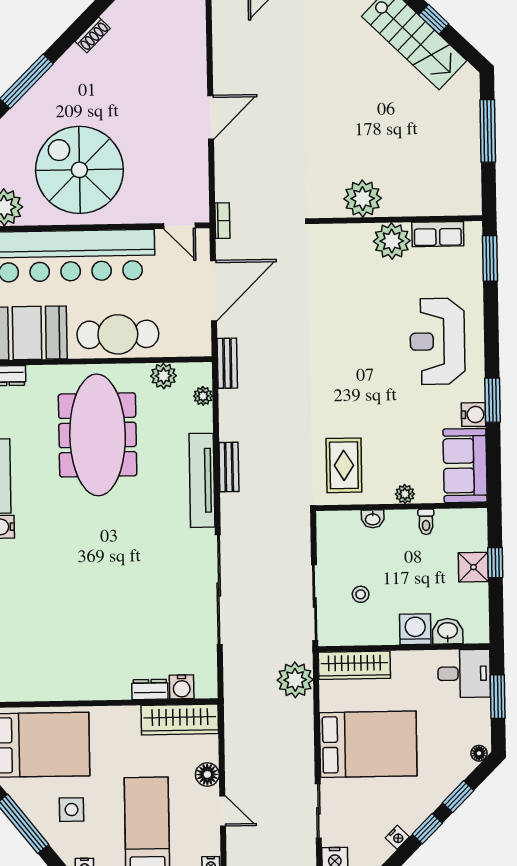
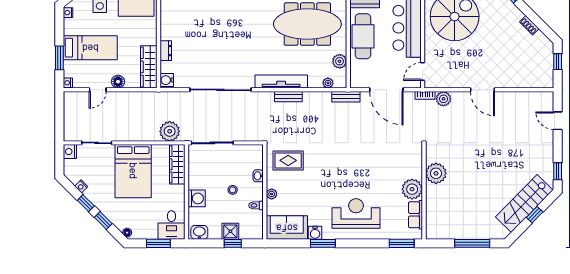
plant: (228, 187) -> (443, 99), added
stool: (361, 594) -> (233, 190), moved
washbasin: (448, 631) -> (199, 232), moved, turned -90
water cooler: (182, 687) -> (167, 80), moved

